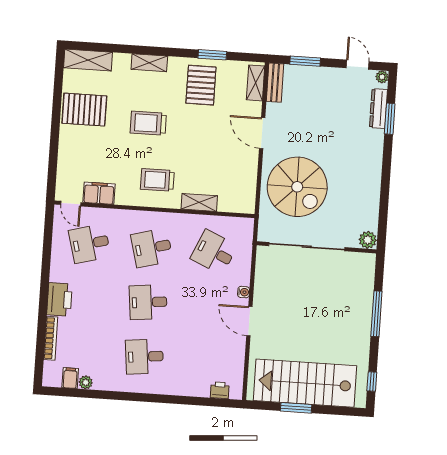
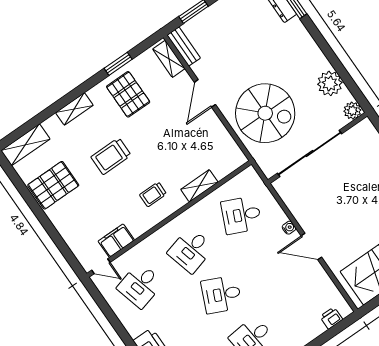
door: (262, 133) -> (205, 93), hinge flipped
trolley: (157, 180) -> (153, 194), width x0.73, depth x0.72
plant: (367, 204) -> (330, 83), added
desk: (148, 302) -> (222, 294), turned 30

